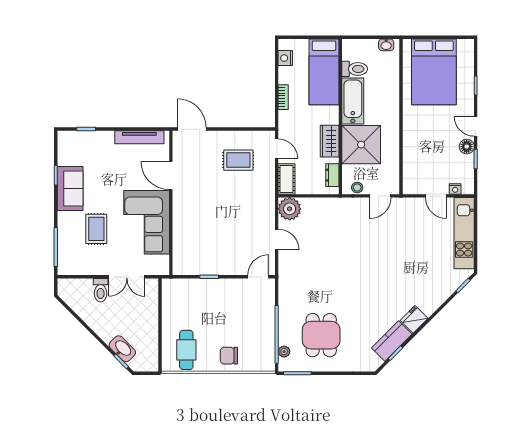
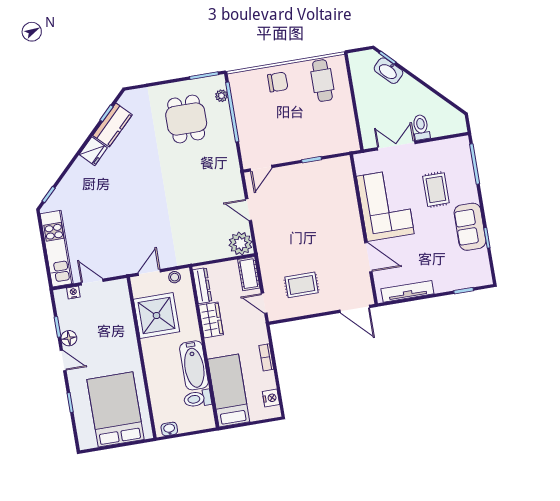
shower: (361, 145) -> (157, 315), moved
dresser: (332, 175) -> (202, 286), width x1.44

